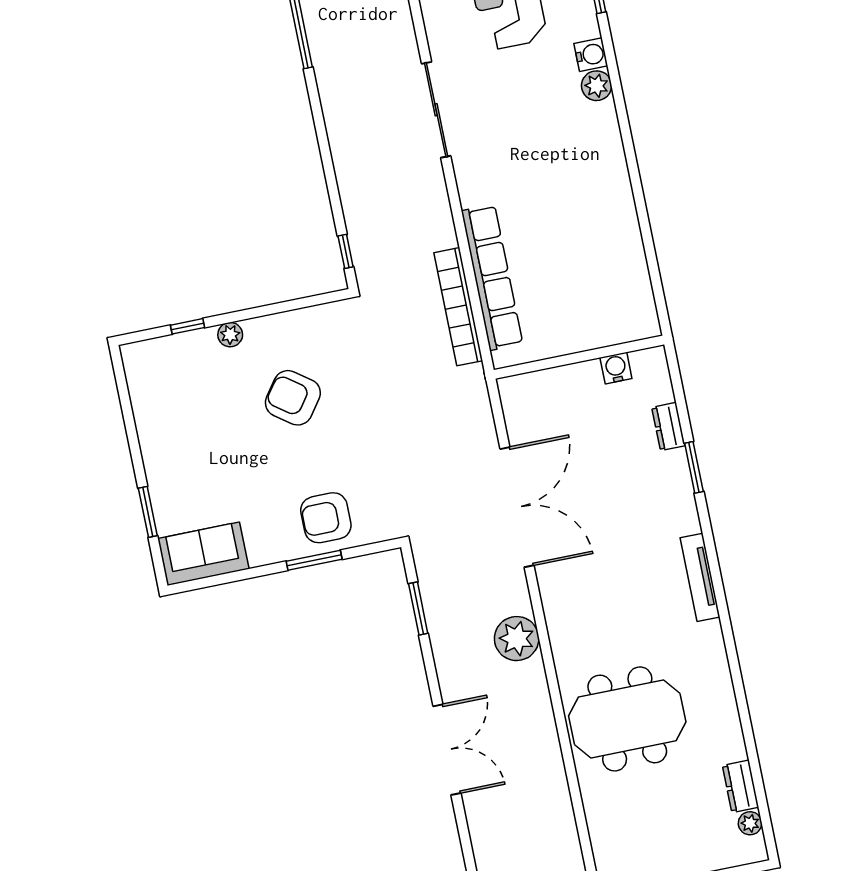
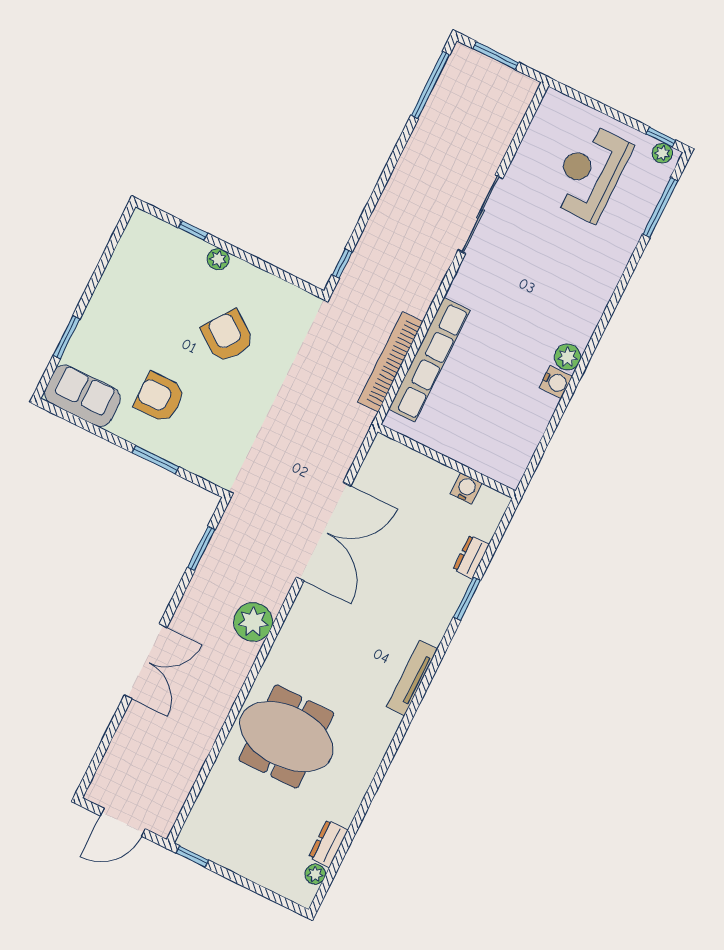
water cooler: (591, 55) -> (556, 382), moved
plant: (597, 86) -> (568, 357), moved
armchair: (326, 518) -> (160, 397), moved

